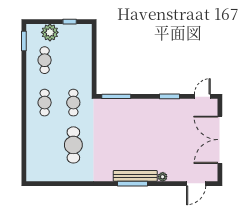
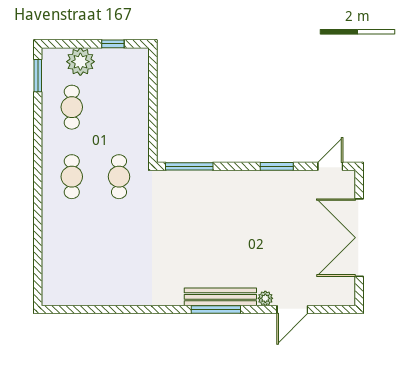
cafe table: (73, 145) -> (119, 246), removed
door: (196, 184) -> (292, 309), moved

